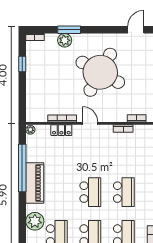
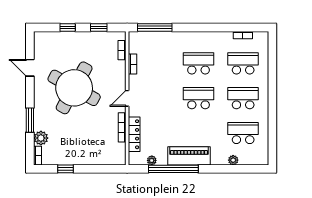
door: (136, 30) -> (30, 68), moved
plant: (65, 40) -> (41, 138), moved
plant: (30, 130) -> (152, 160), moved
locker: (61, 130) -> (134, 134), width x1.53
plant: (35, 221) -> (233, 160), width x0.53, depth x0.53

